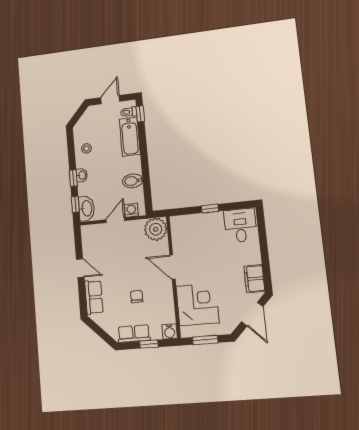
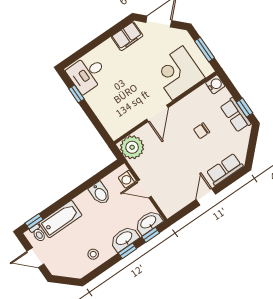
washbasin: (82, 175) -> (124, 239), width x1.91, depth x1.45
window: (210, 209) -> (76, 94), moved
window: (149, 344) -> (245, 108), moved

